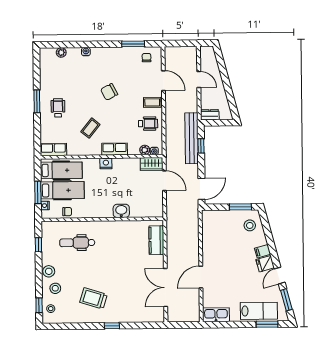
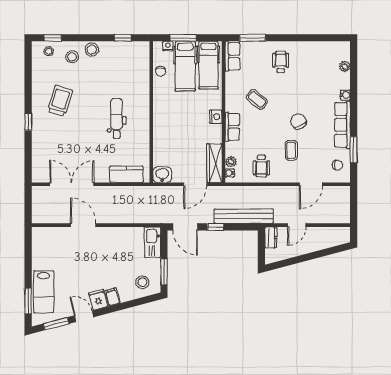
row of seats: (112, 54) -> (343, 125), added
door: (199, 79) -> (297, 225), moved
window: (37, 101) -> (253, 38), moved
coffee table: (152, 102) -> (291, 150), moved
wheelchair: (58, 108) -> (281, 62), turned -90
window: (201, 146) -> (216, 227), moved
wardrobe: (152, 164) -> (214, 163), width x1.50
washbasin: (121, 211) -> (162, 175), moved, turned -90
dental chair: (77, 243) -> (117, 118), moved
kitchen sink: (216, 315) -> (152, 242), moved, turned 180

